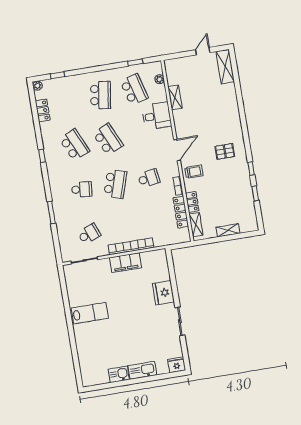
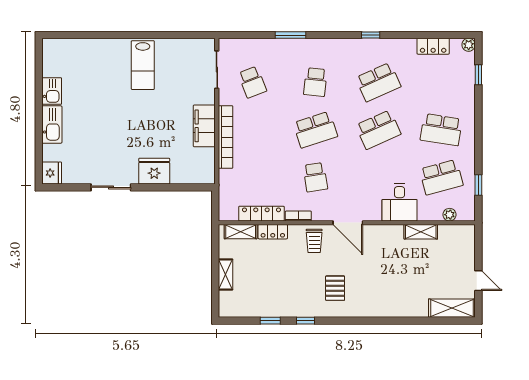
school desk: (115, 184) -> (315, 130), turned -36

